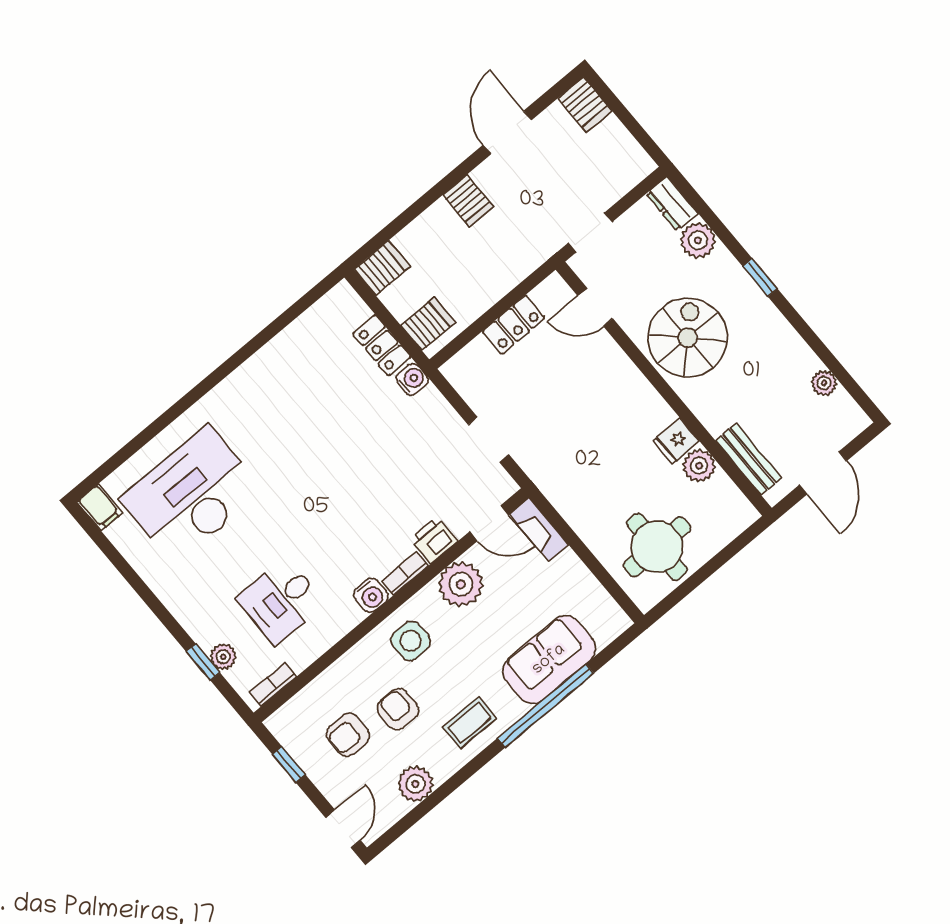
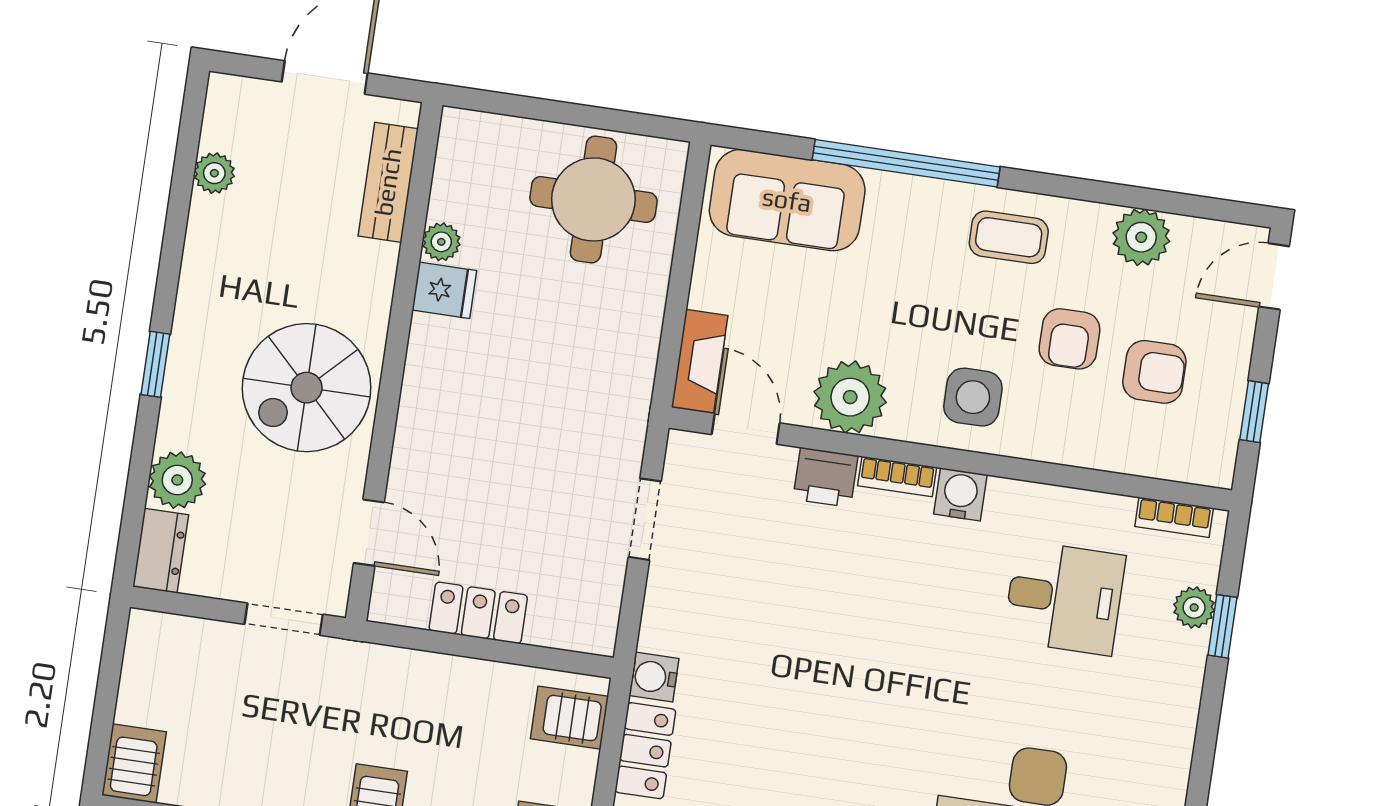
plant: (699, 466) -> (441, 242), width x0.73, depth x0.73
sofa: (549, 660) -> (787, 200), moved

